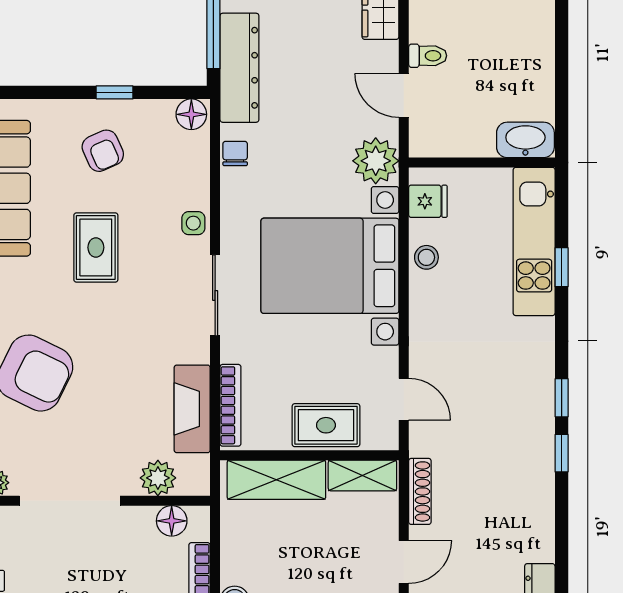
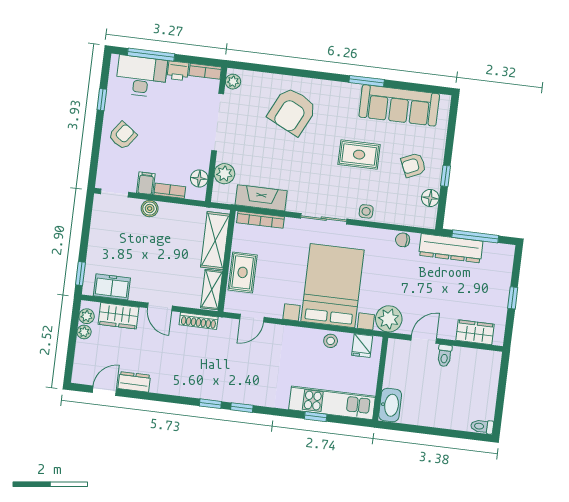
floor lamp: (191, 114) -> (430, 198), moved
chair: (235, 153) -> (403, 240), turned 180

